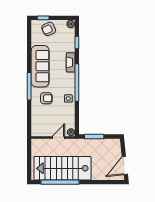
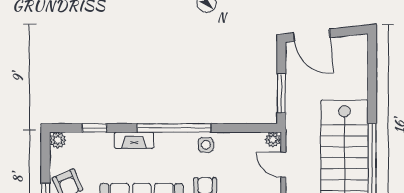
door: (125, 165) -> (312, 35), moved

